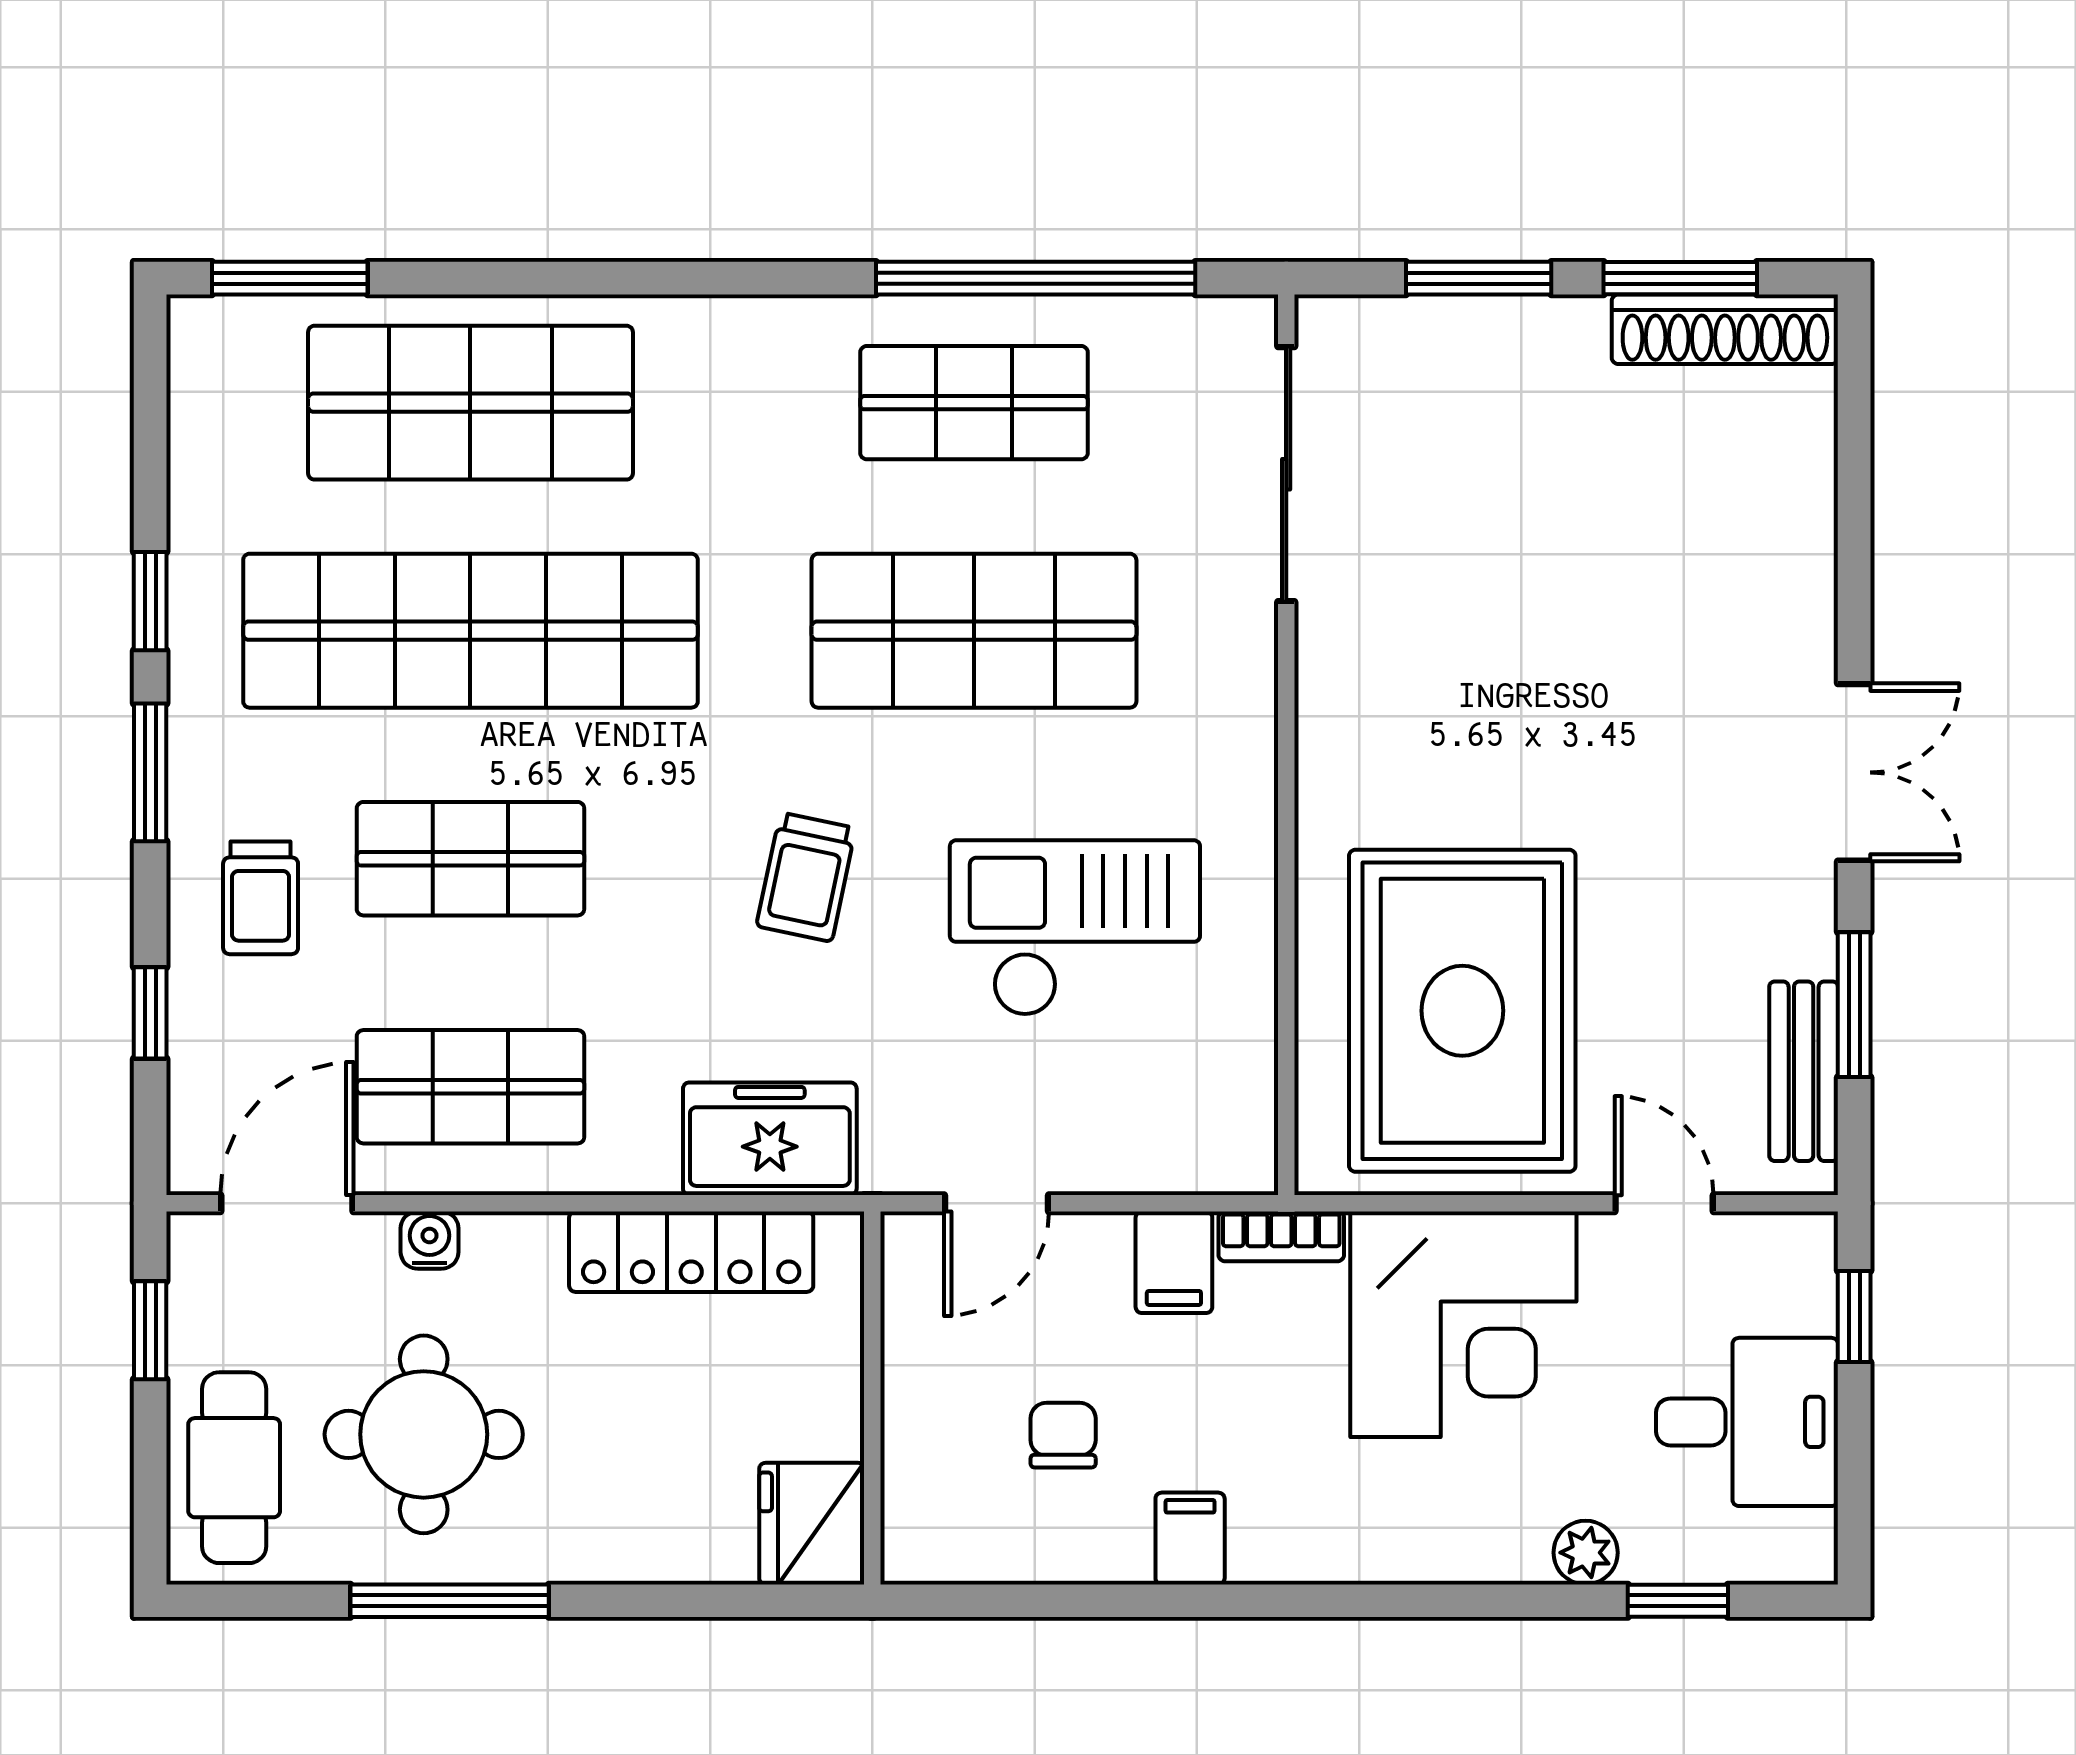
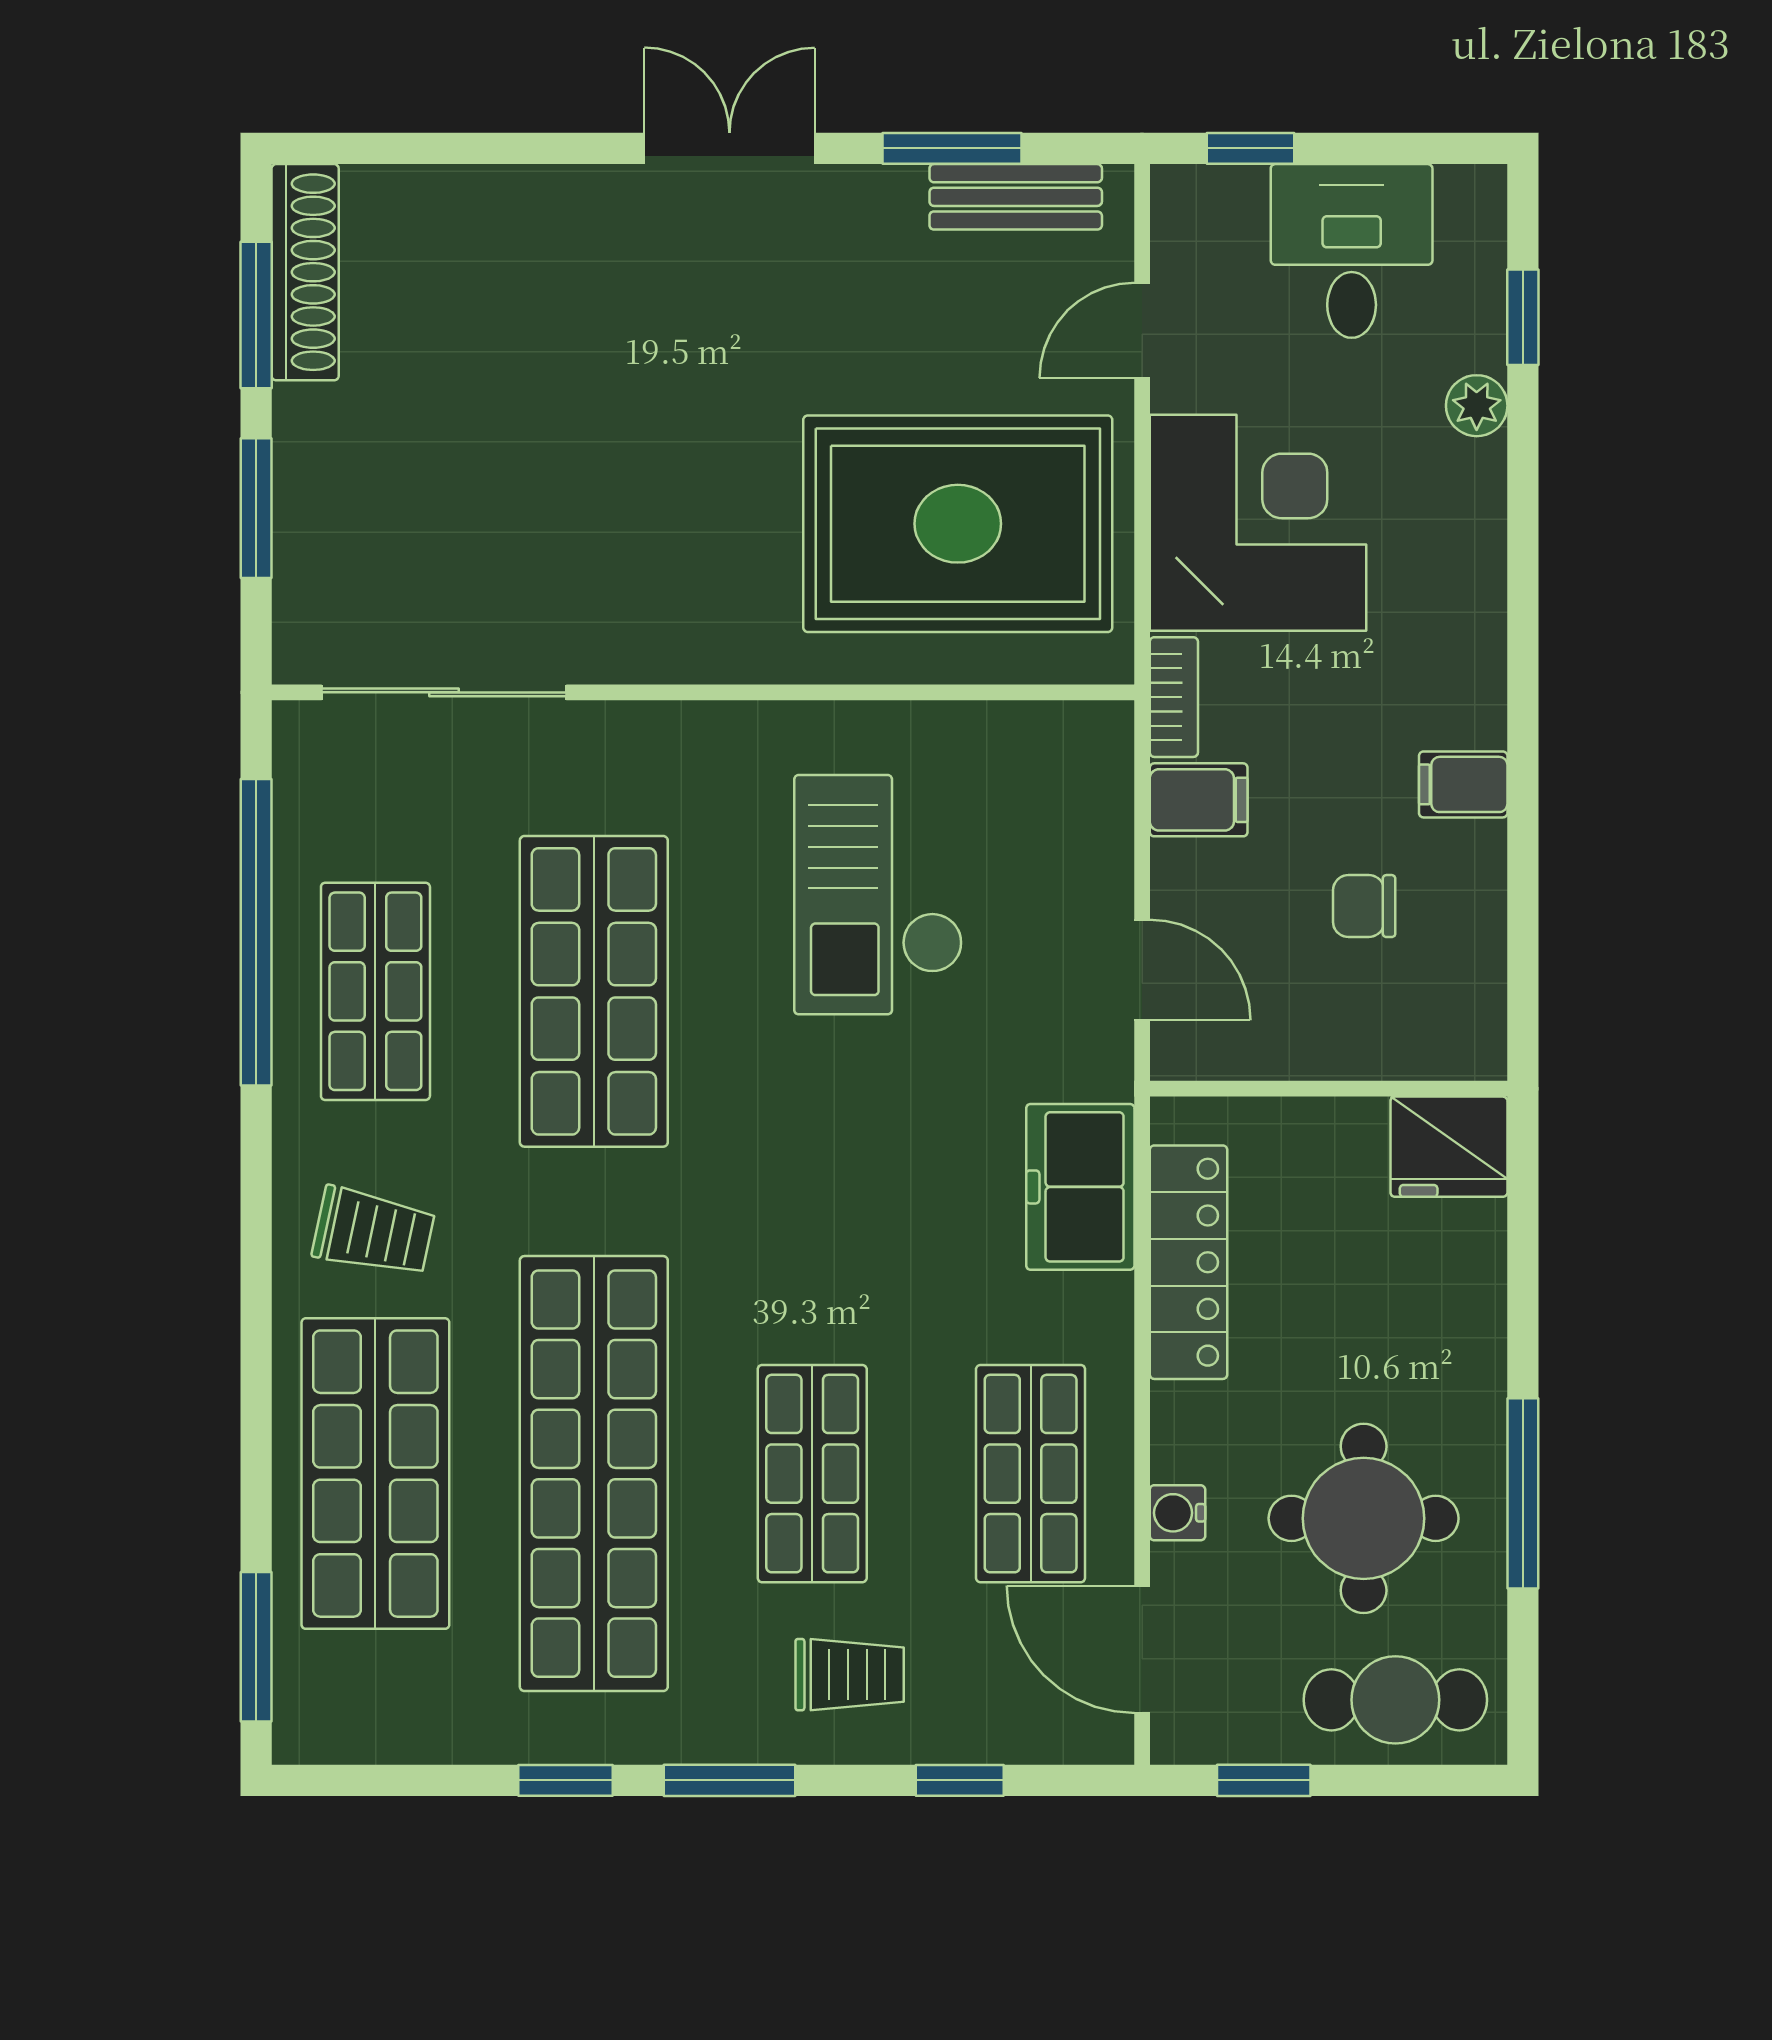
trolley: (806, 877) -> (374, 1232), moved

